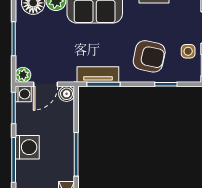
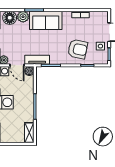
tv unit: (98, 75) -> (37, 60), moved
door: (46, 84) -> (17, 65), hinge flipped

